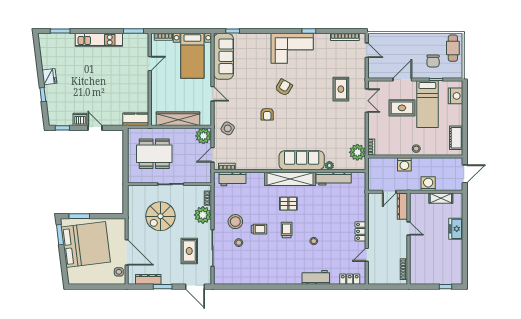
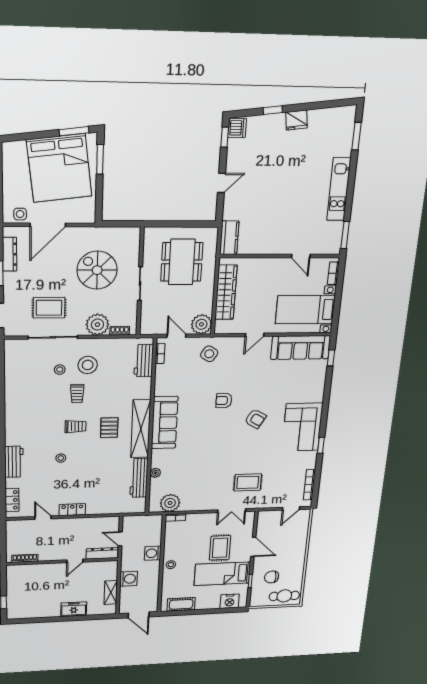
dishwasher: (80, 119) -> (237, 128), moved
sofa: (302, 160) -> (165, 423), moved

